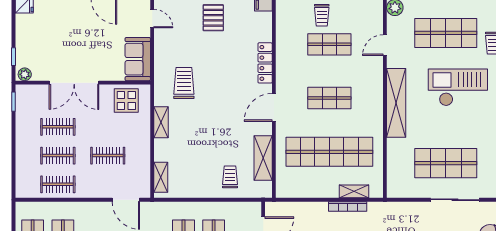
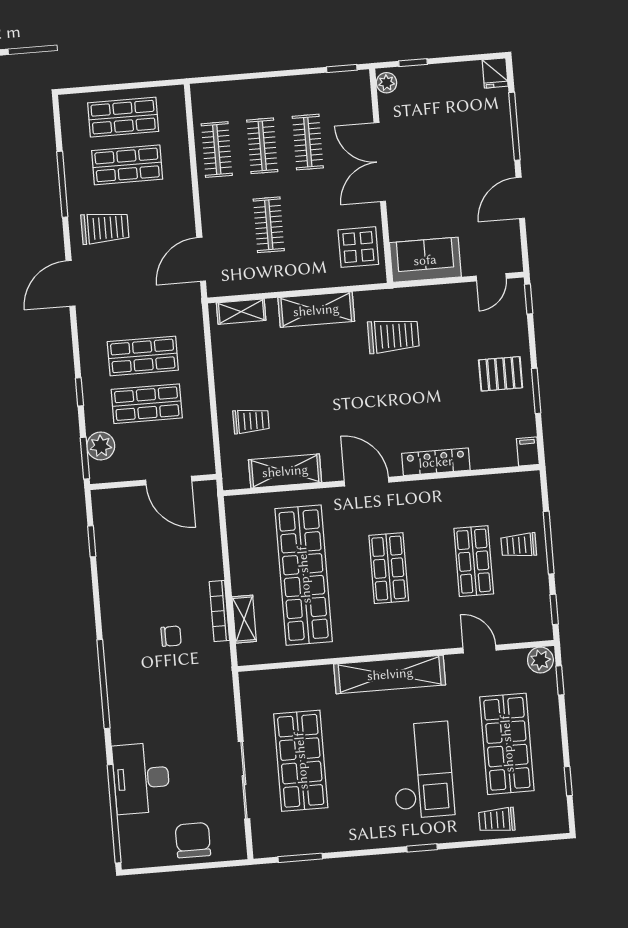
shelving: (161, 122) -> (316, 310), width x1.50, depth x1.33

